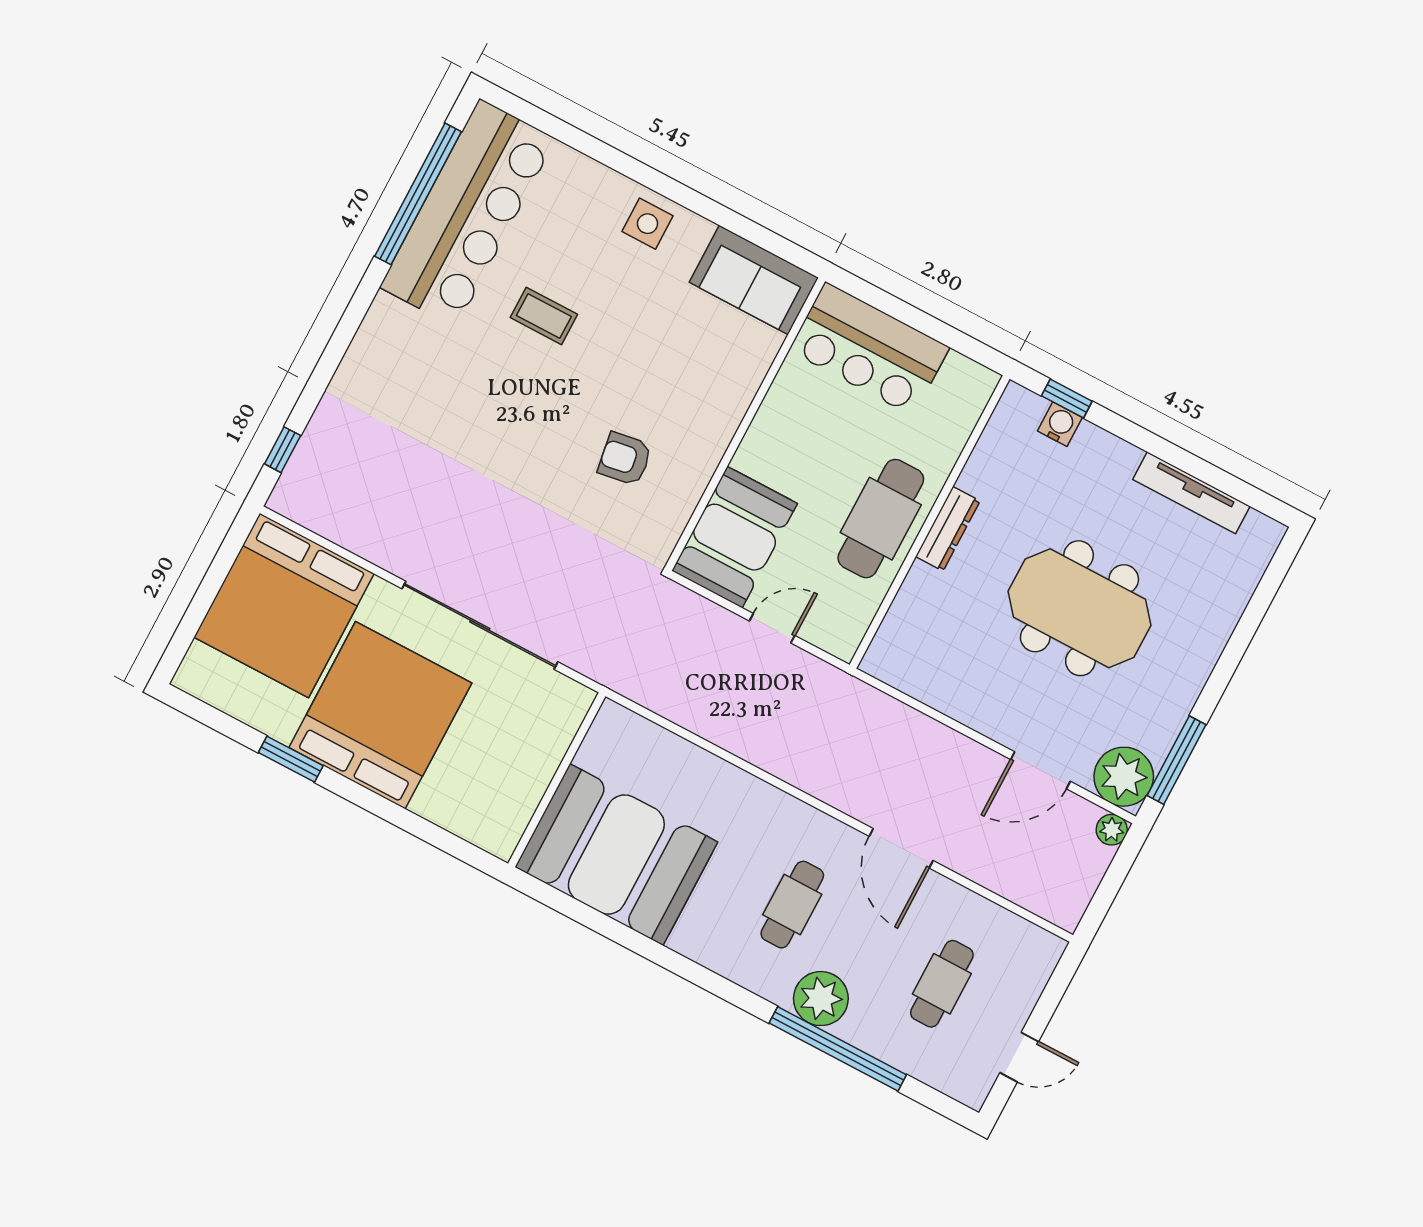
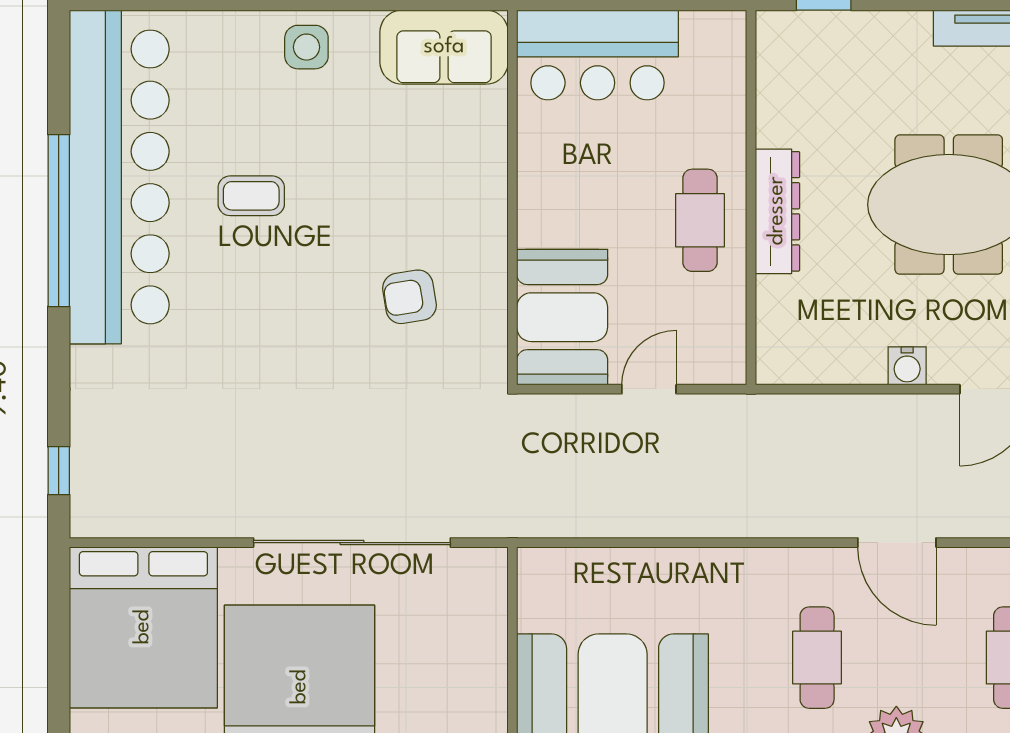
window: (418, 194) -> (59, 221), moved
bar counter: (468, 213) -> (119, 177), width x1.36
water cooler: (1060, 424) -> (907, 366), moved, turned 180
cafe table: (881, 519) -> (700, 220), width x0.73, depth x0.74
dresser: (948, 529) -> (777, 211), width x1.37, depth x1.24

